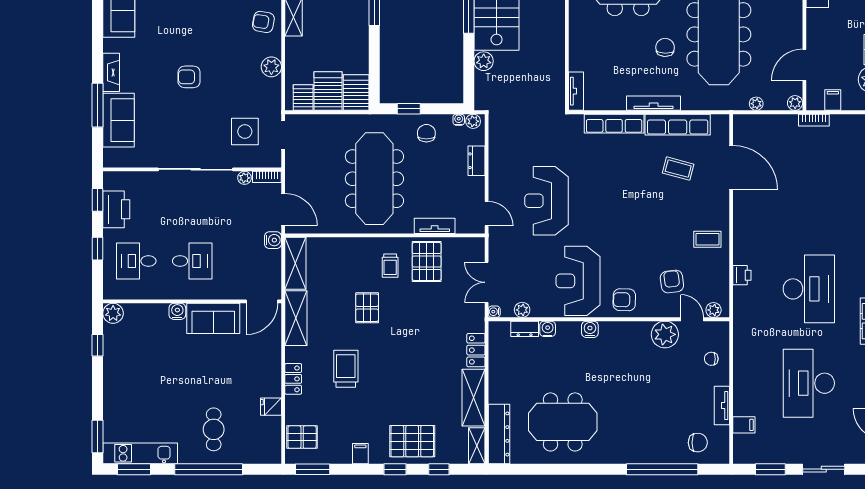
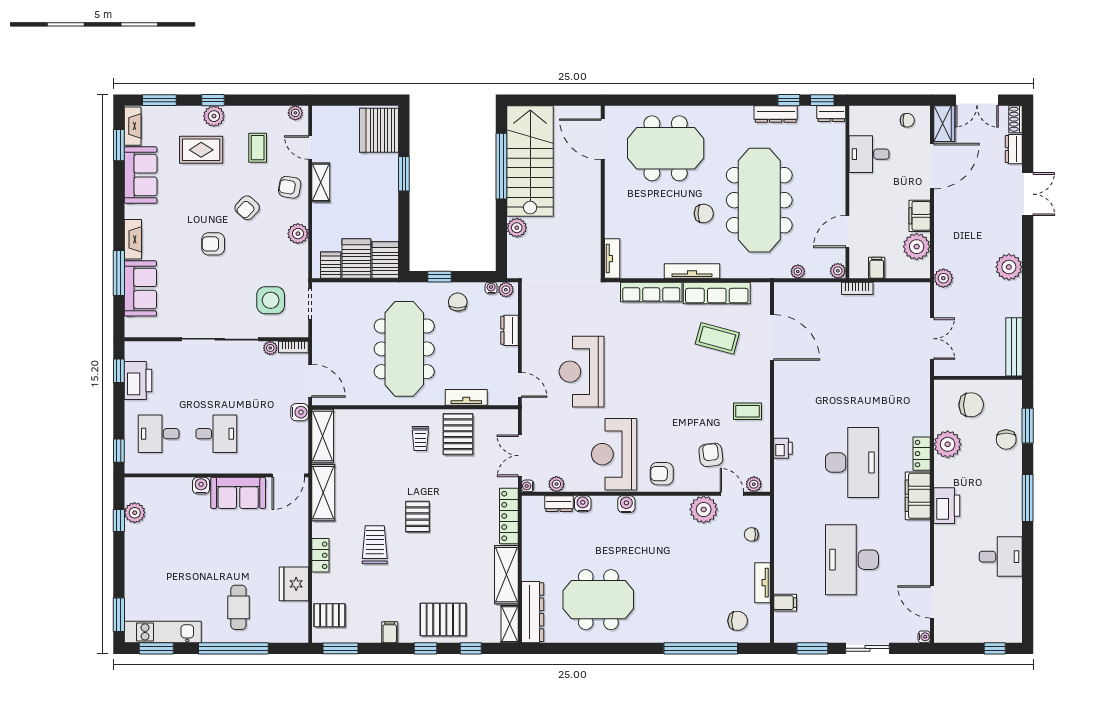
armchair: (222, 42) -> (247, 208), added
chair: (665, 47) -> (704, 213), turned 88
coffee table: (678, 169) -> (717, 338), width x1.36, depth x1.30
window: (98, 249) -> (119, 451), moved
pallet: (367, 308) -> (417, 517), moved
plant: (113, 313) -> (135, 513), moved
locker: (476, 350) -> (509, 516), width x1.53
fridge: (271, 407) -> (294, 584), width x1.88, depth x1.34

